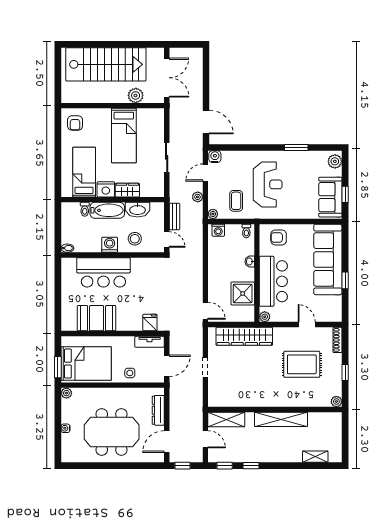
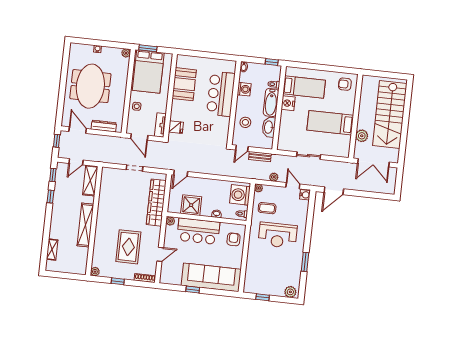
wardrobe: (127, 190) -> (286, 121), removed
sofa: (330, 197) -> (262, 285), removed
window: (58, 215) -> (272, 62), added
washing machine: (218, 230) -> (240, 195), width x1.89, depth x1.89
washing machine: (110, 245) -> (244, 89), moved

